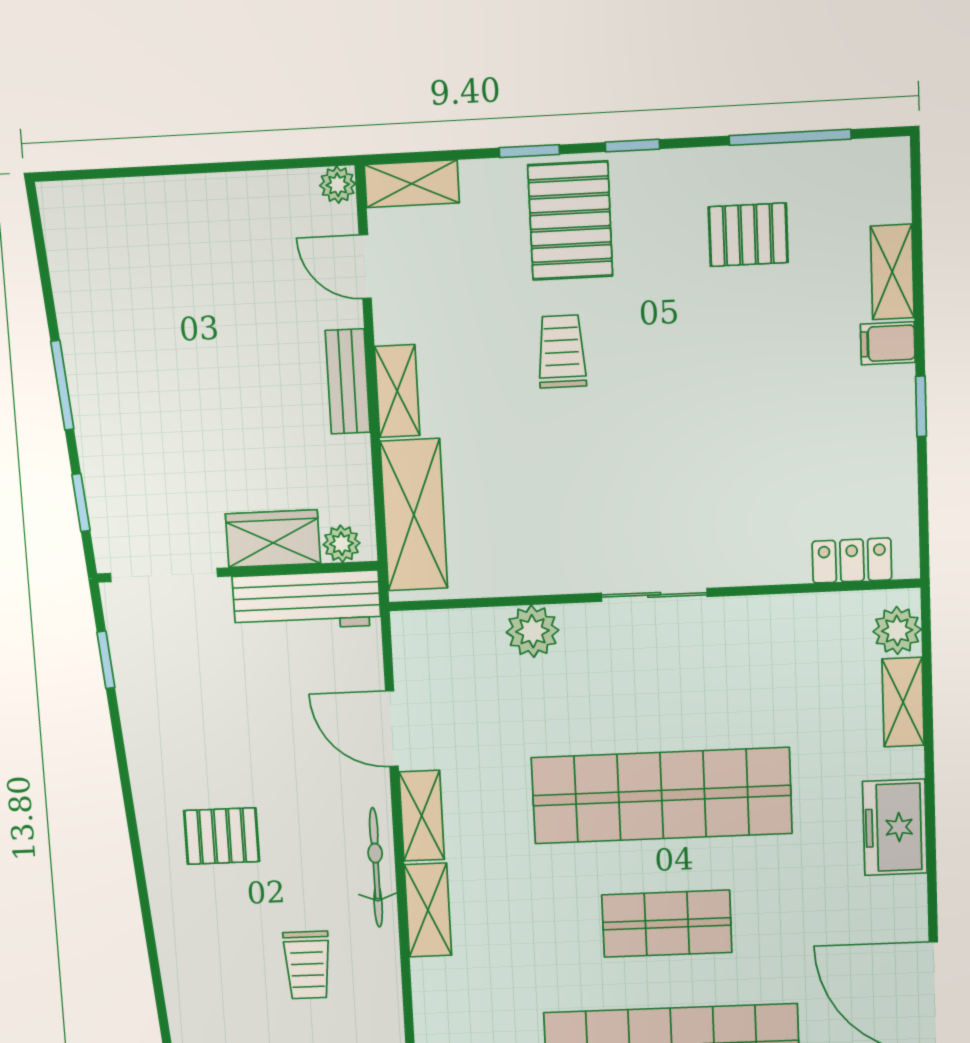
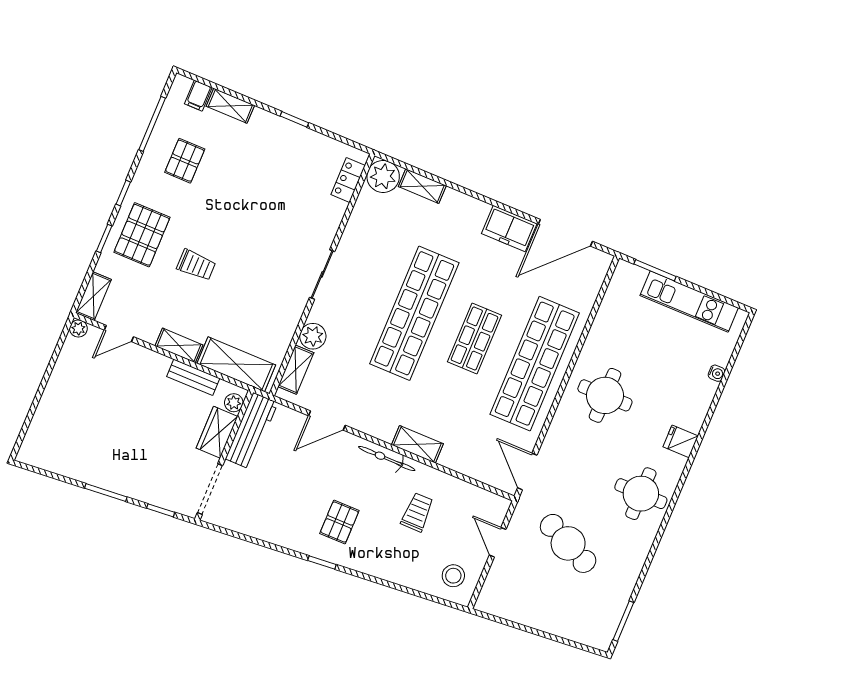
pallet: (570, 221) -> (142, 235), turned 90
filing cabinet: (888, 343) -> (198, 96), moved
trolley: (562, 351) -> (196, 265), turned 180
bench: (348, 381) -> (193, 377), moved
plant: (897, 631) -> (383, 176), width x1.36, depth x1.36
window: (106, 660) -> (322, 563), moved
shelving: (422, 816) -> (296, 370), moved, turned 90
freezer: (895, 827) -> (509, 228), moved
trolley: (307, 965) -> (417, 512), turned -90

